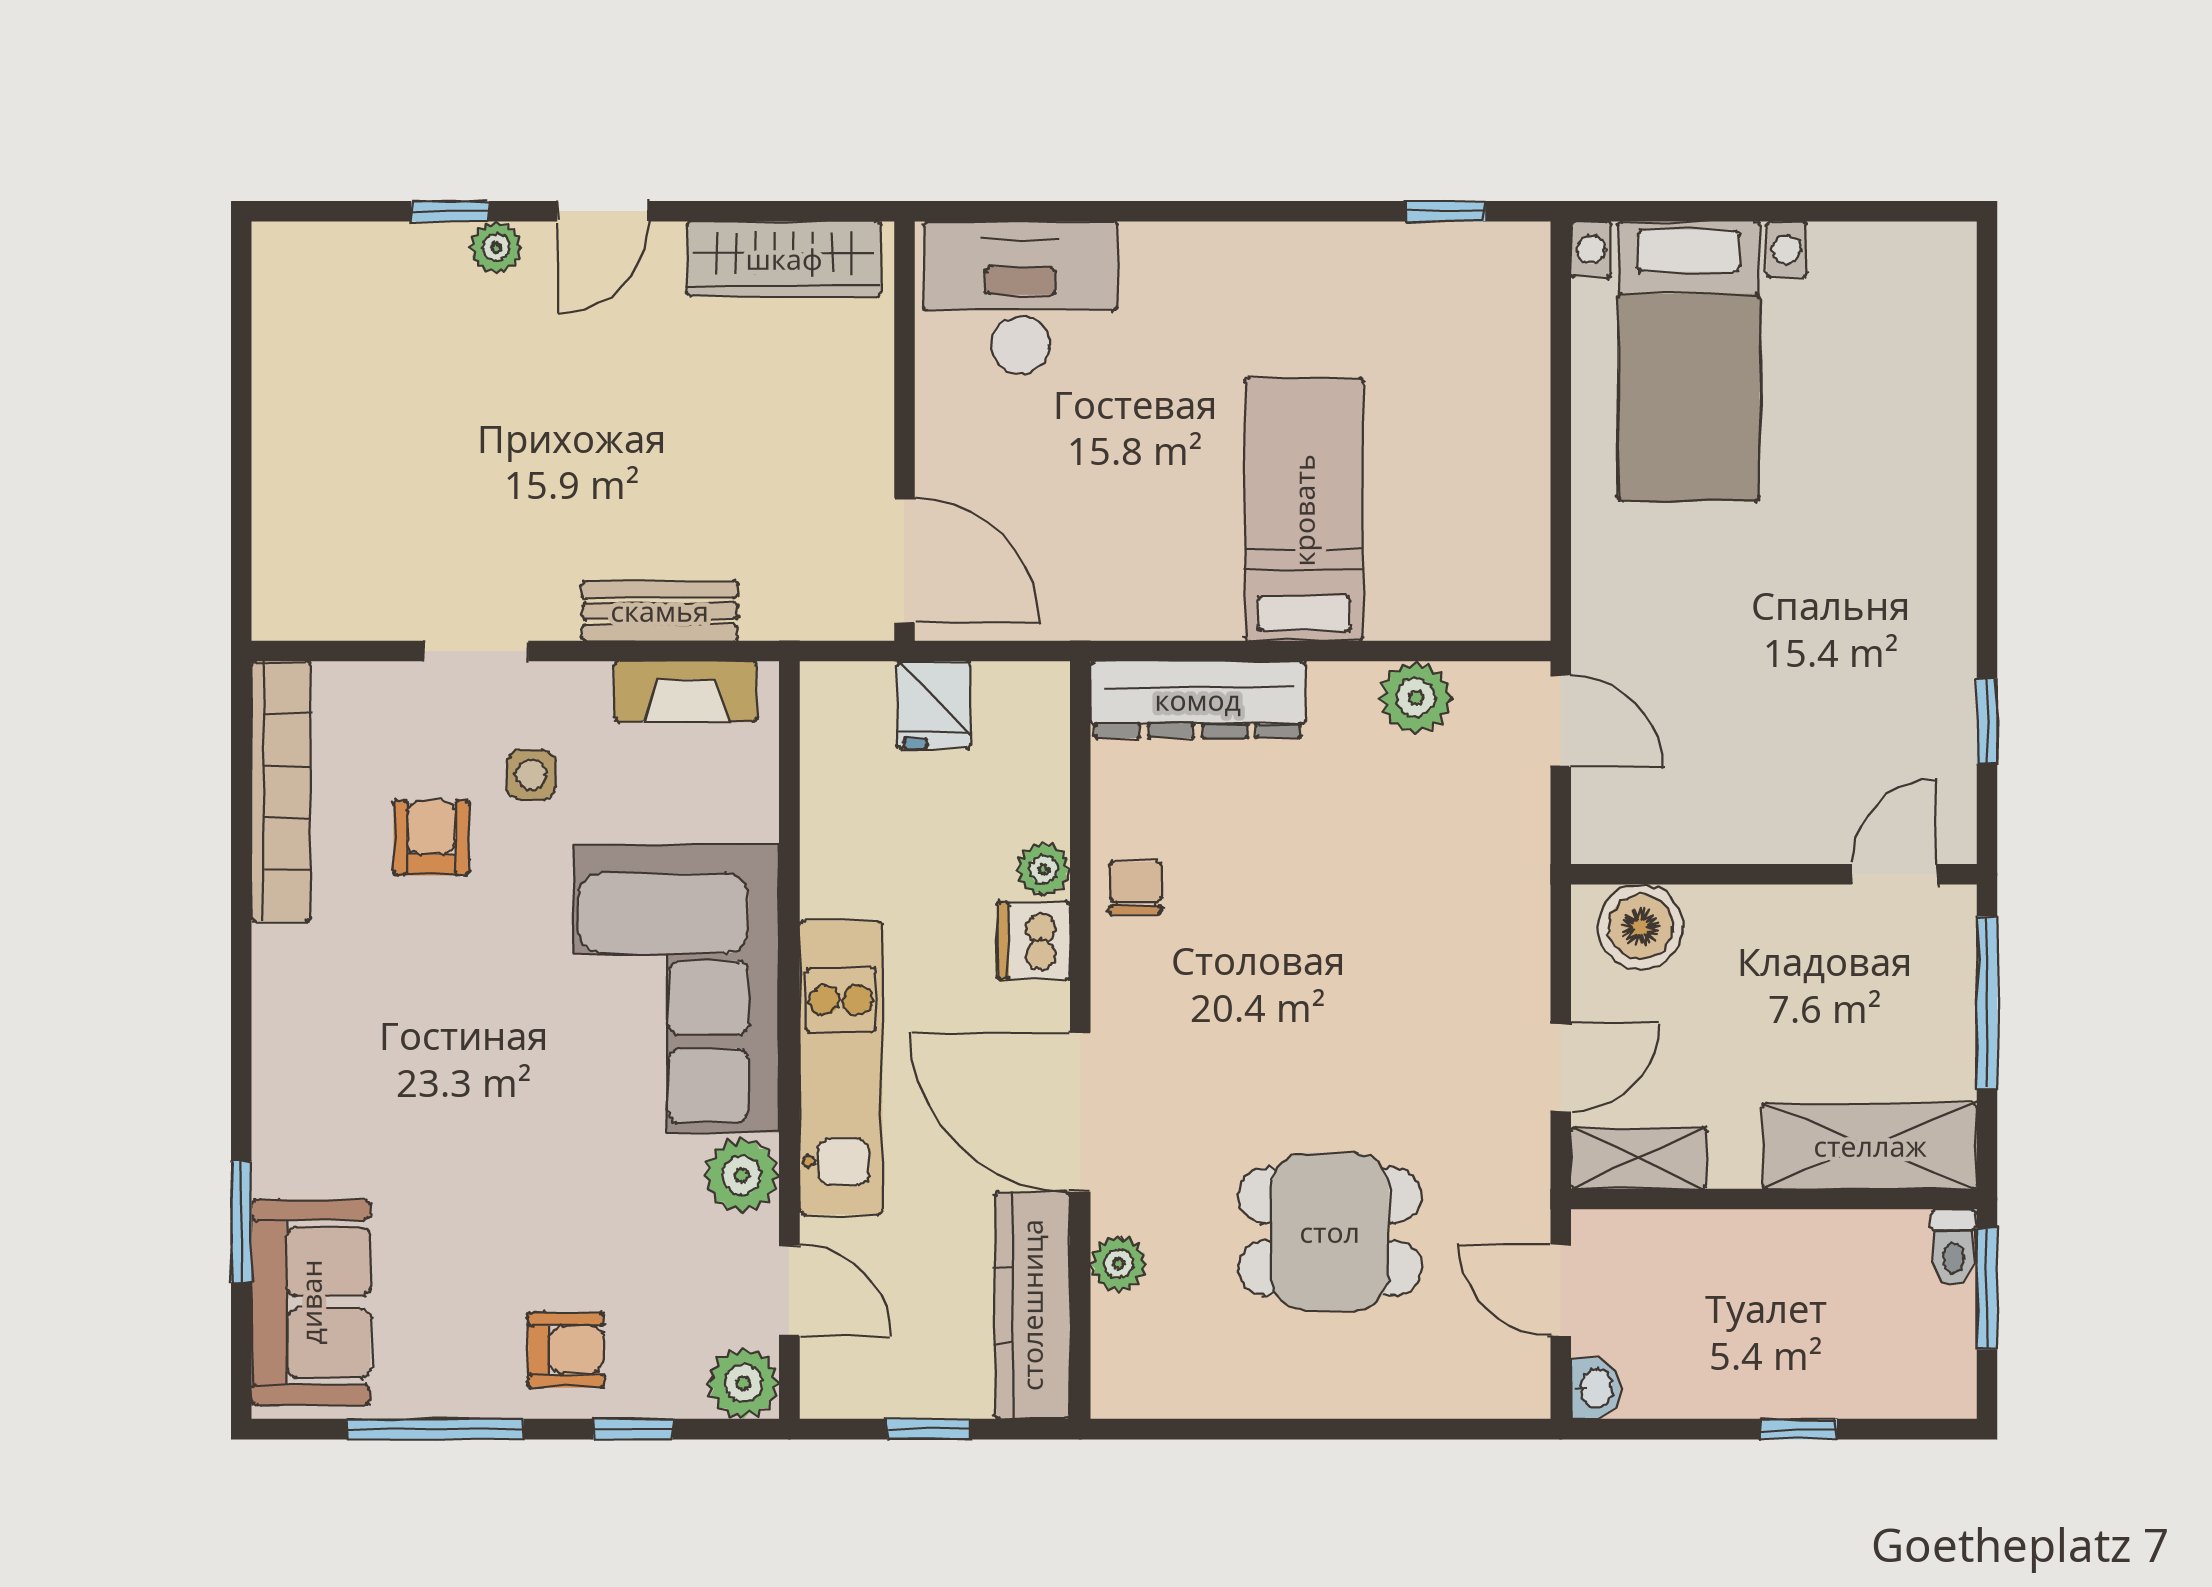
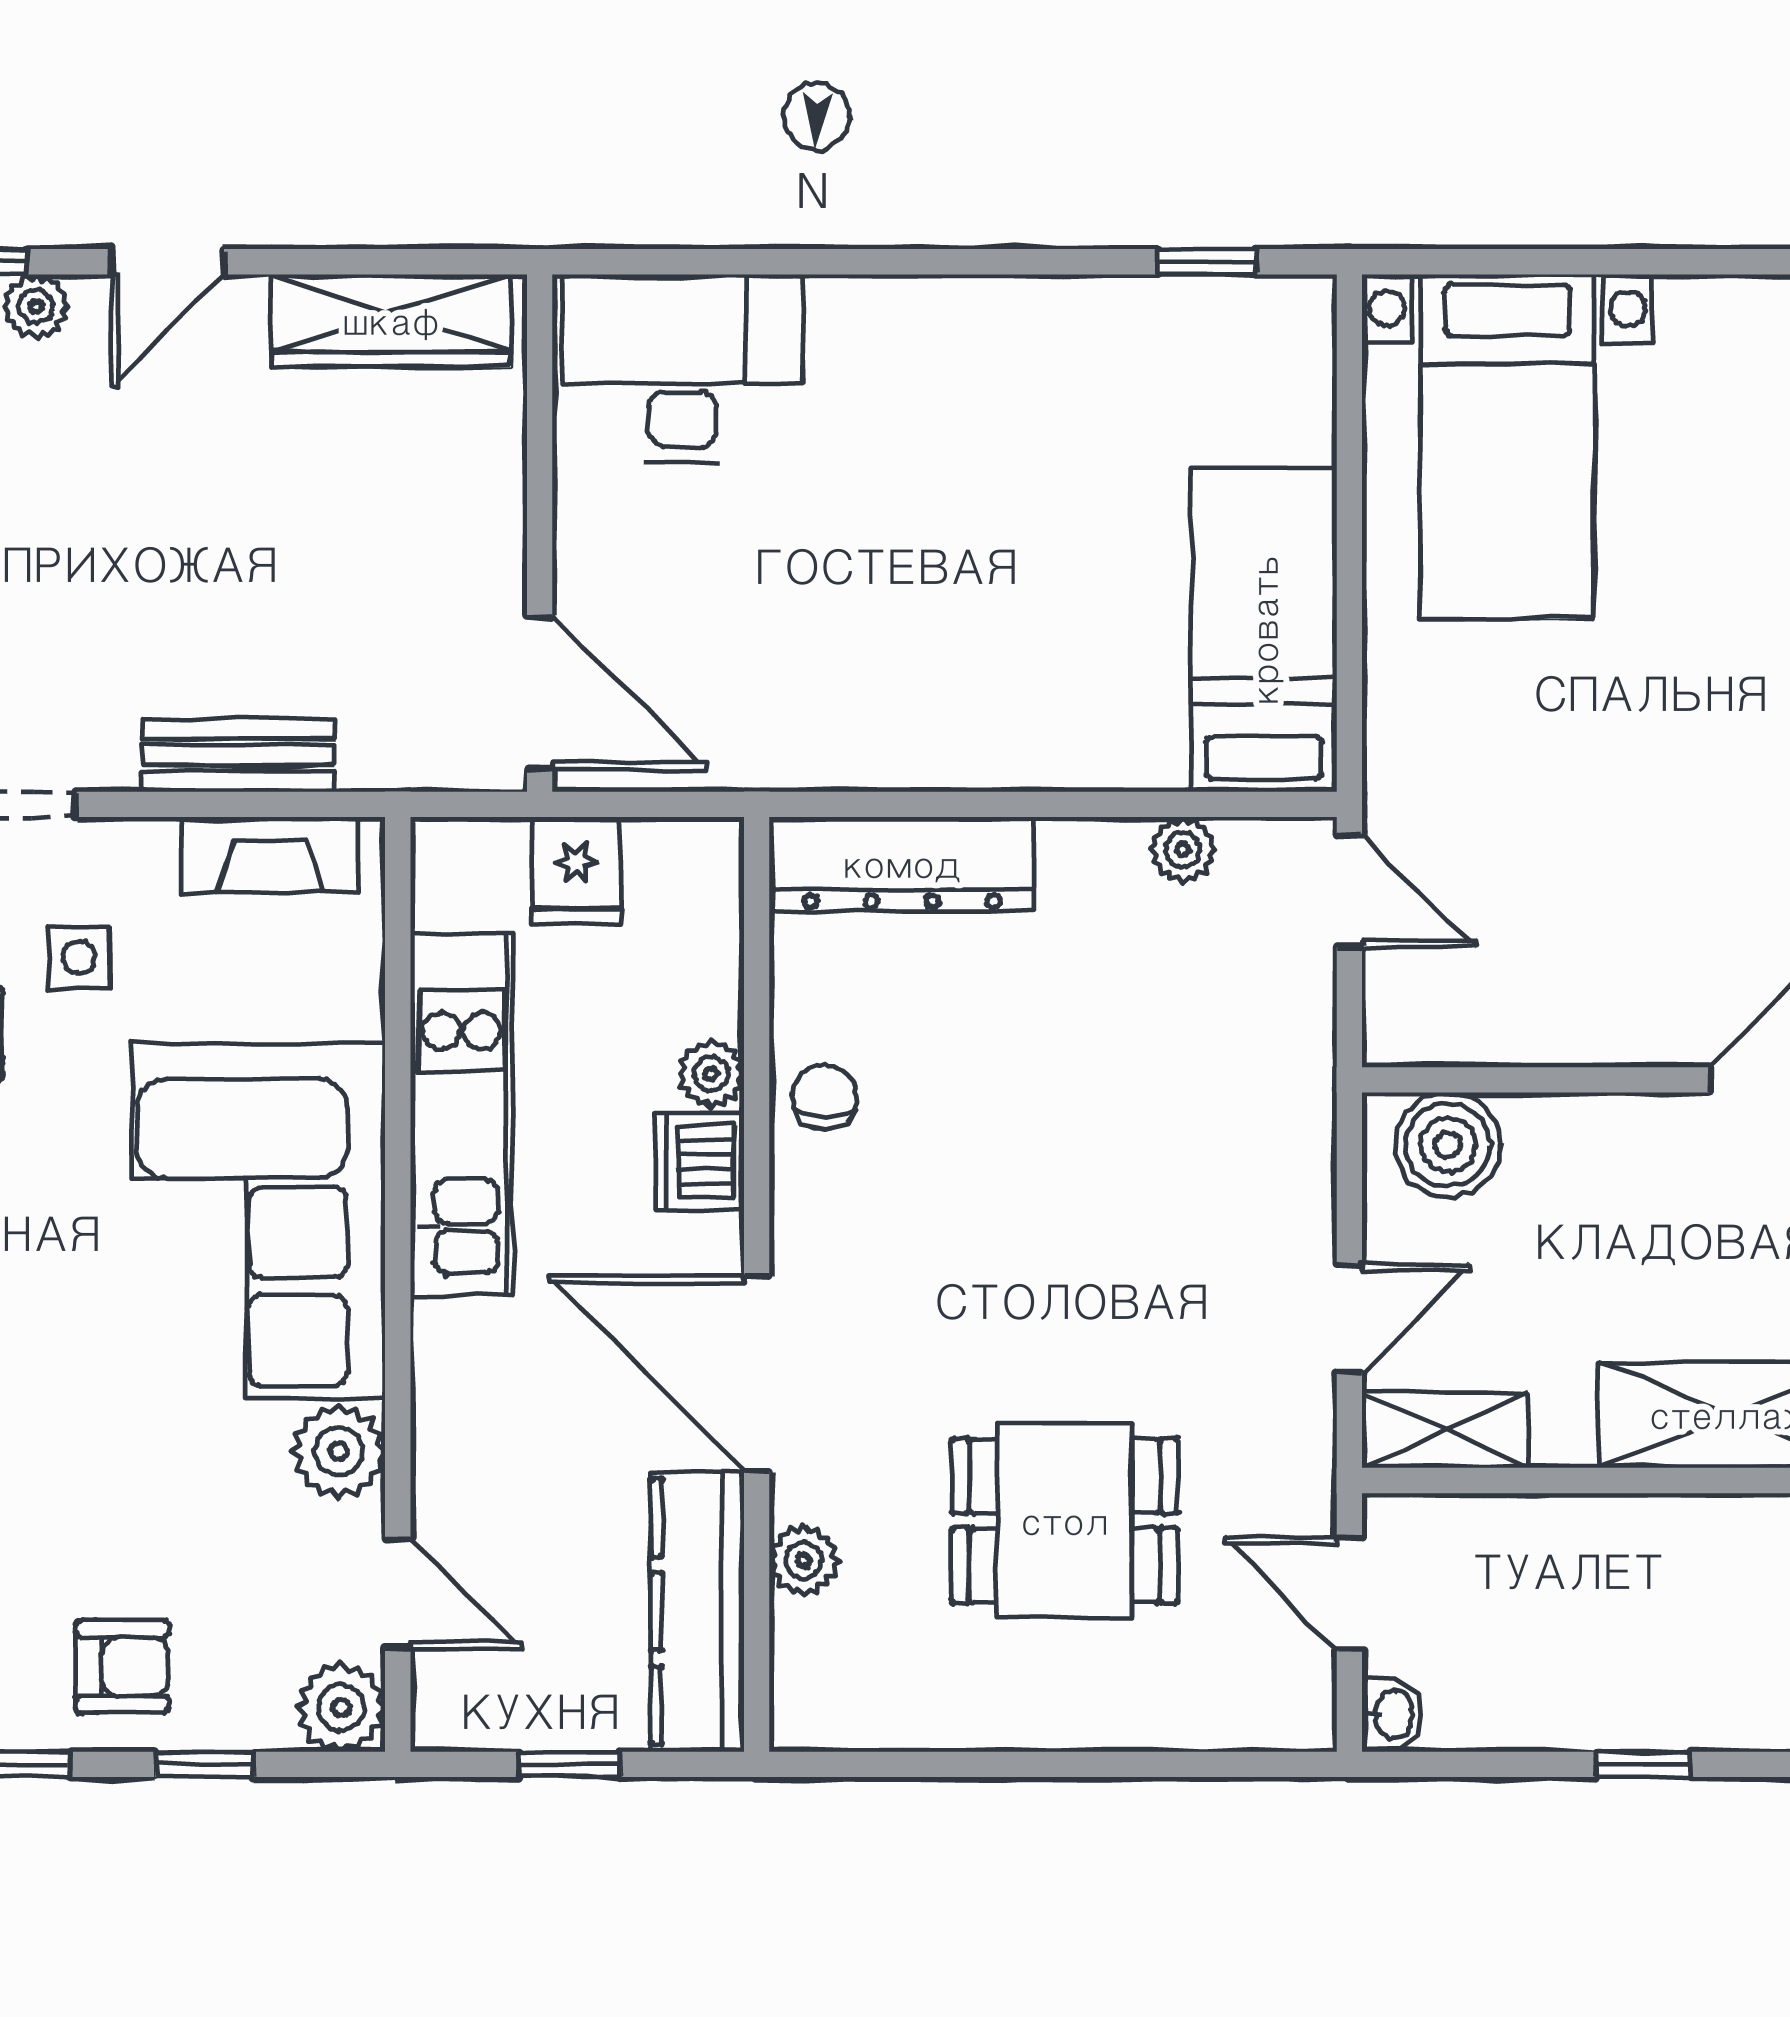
bed: (1304, 510) -> (1264, 630), moved
plant: (1416, 698) -> (1183, 850), width x0.73, depth x0.73
kitchen unit: (841, 1068) -> (461, 1114), moved

